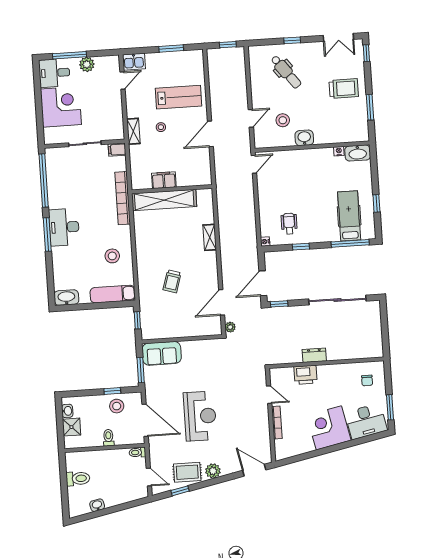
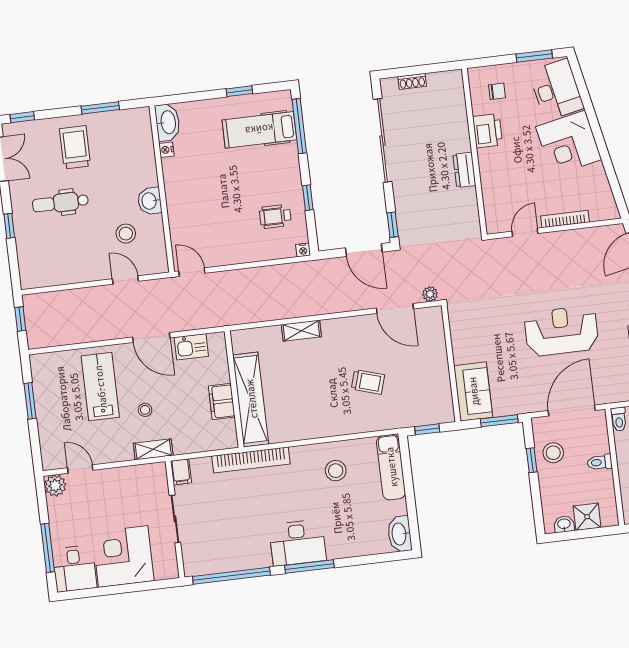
kitchen sink: (134, 62) -> (191, 347), moved, turned 90
plant: (87, 64) -> (55, 486), moved
dental chair: (286, 72) -> (60, 203), moved, turned -143
shoe rack: (377, 322) -> (412, 81), added
printer: (305, 375) -> (488, 131), moved

